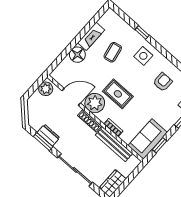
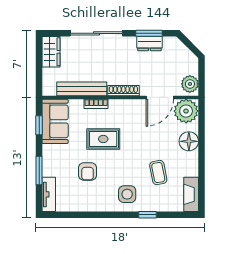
fireplace: (91, 36) -> (191, 194), moved
armchair: (163, 82) -> (88, 171), moved
rug: (118, 94) -> (103, 139), moved
plant: (95, 103) -> (186, 111), moved

